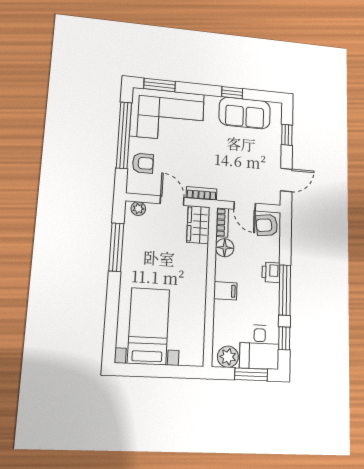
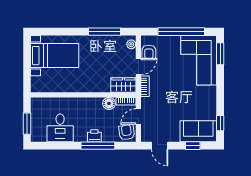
window: (232, 93) -> (220, 123), moved
sofa: (245, 113) -> (198, 131), moved, turned 90
armchair: (143, 163) -> (149, 52), moved
window: (285, 290) -> (98, 146), moved
filing cabinet: (225, 291) -> (80, 105), removed
window: (284, 338) -> (51, 146), removed
desk: (259, 347) -> (60, 128), moved, turned -90
plant: (228, 357) -> (38, 108), removed

